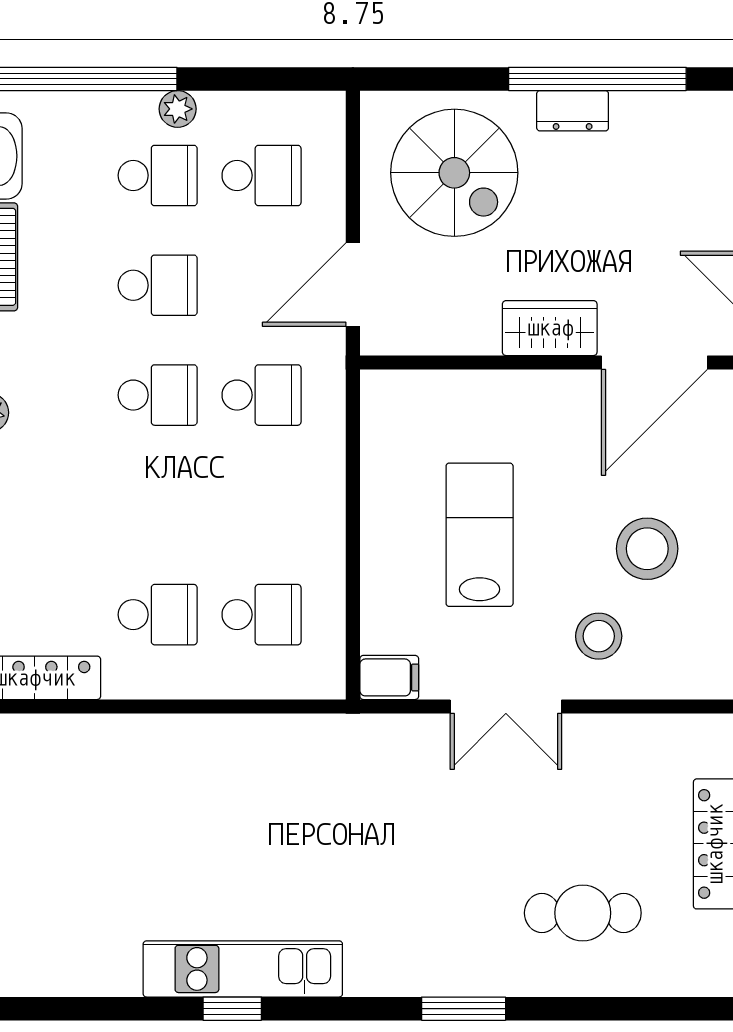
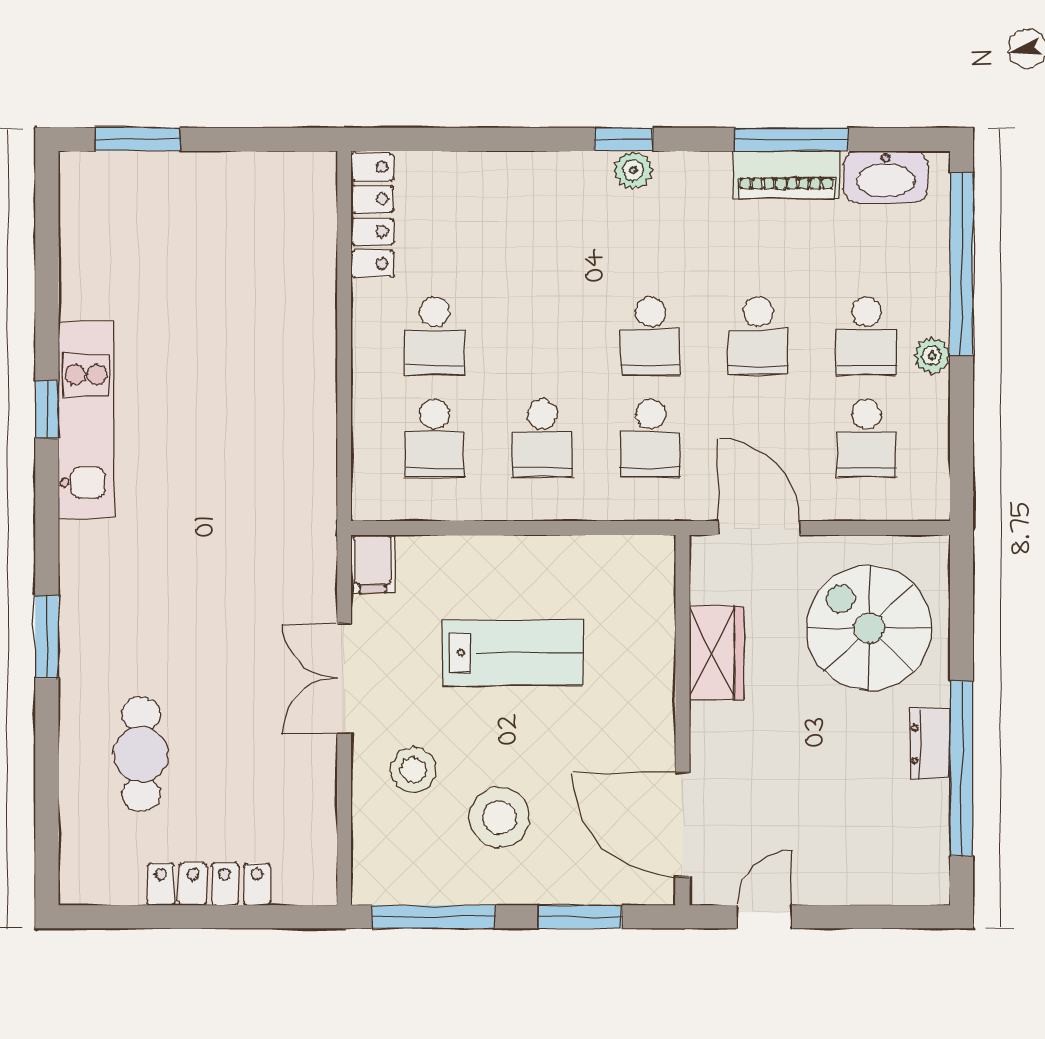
spiral stairs: (454, 173) -> (869, 628), turned 90
wardrobe: (550, 328) -> (716, 653), moved
school desk: (262, 505) -> (543, 438), added

